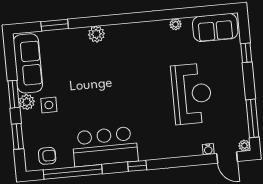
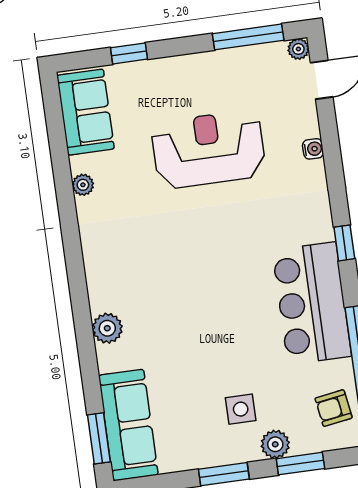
window: (55, 25) -> (99, 438), moved
sofa: (28, 63) -> (128, 425), moved, turned 90
plant: (27, 102) -> (275, 444), moved
water cooler: (208, 149) -> (313, 149), moved
armchair: (47, 156) -> (334, 408), turned -99

